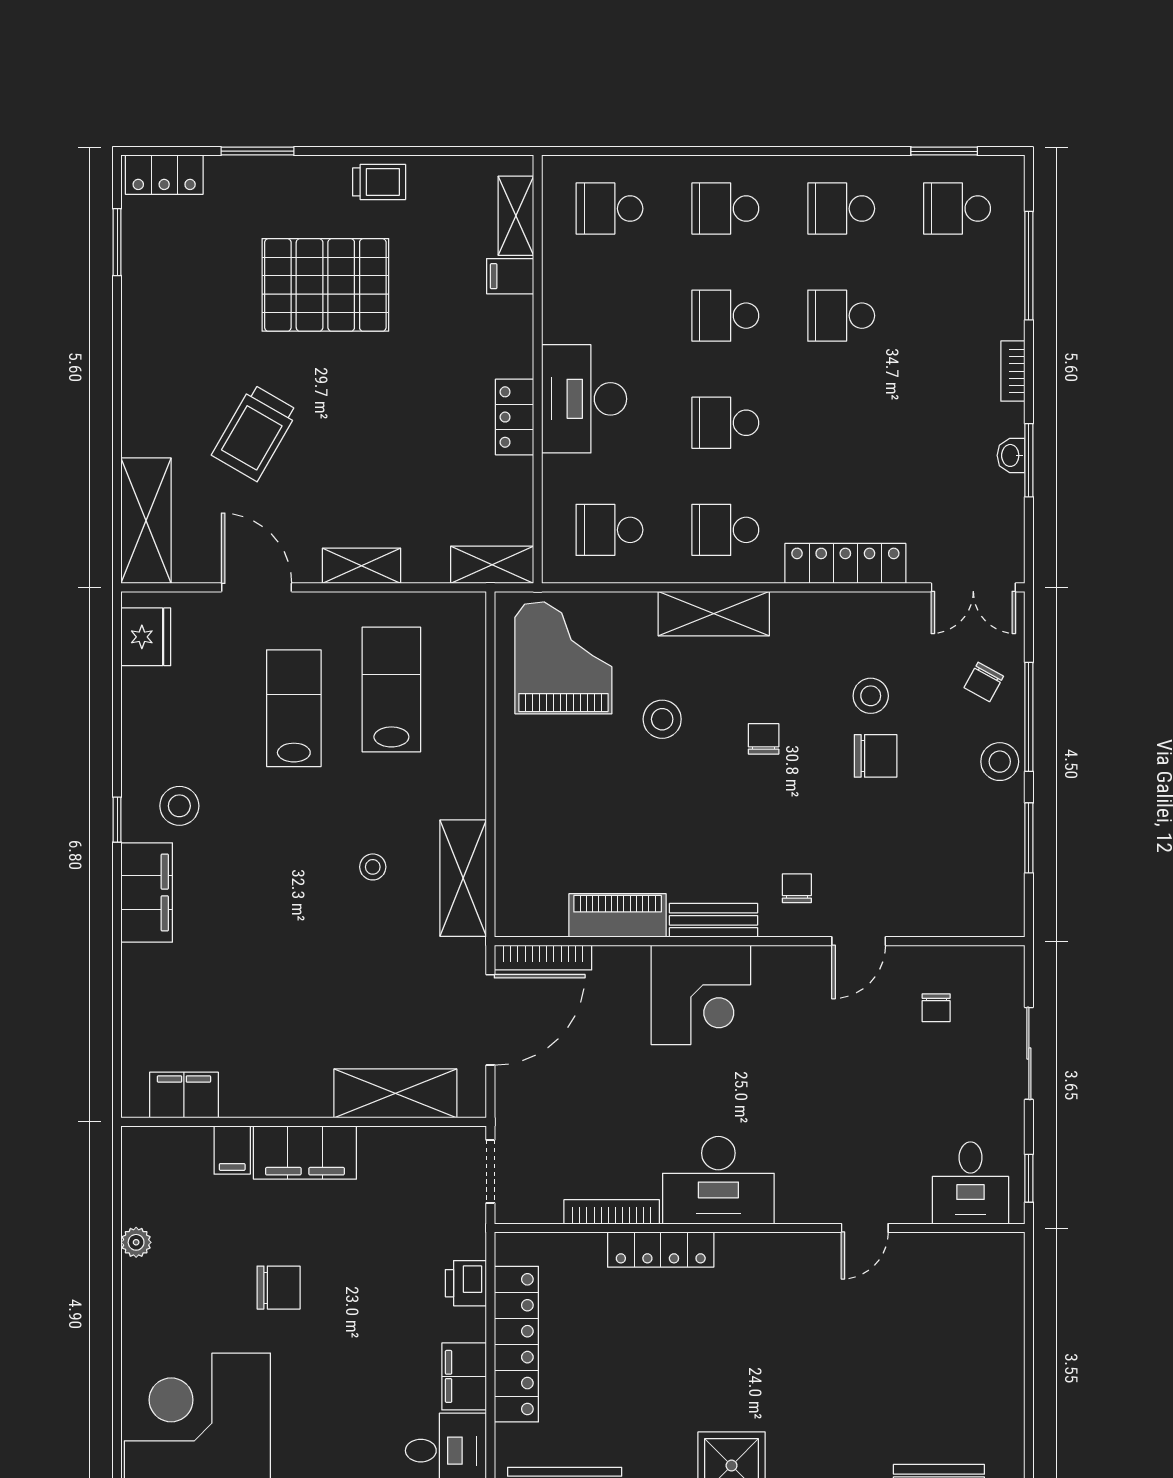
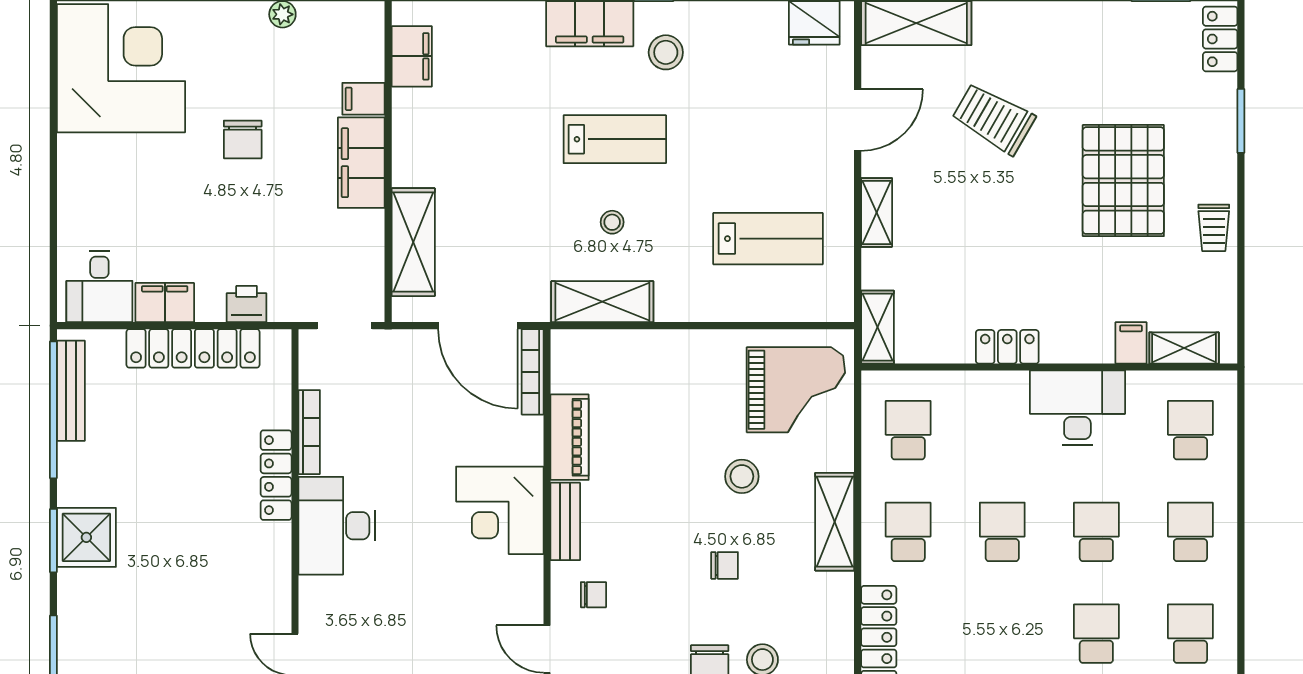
desk: (584, 399) -> (1077, 408), moved
lab bench: (294, 708) -> (615, 139), moved

